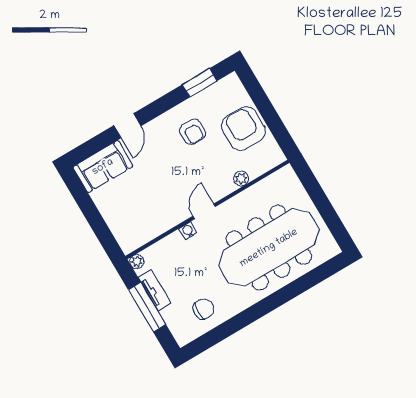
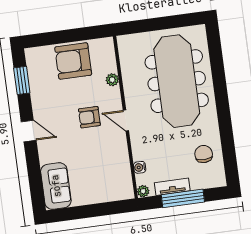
door: (127, 126) -> (29, 131), moved
armchair: (193, 132) -> (89, 117), moved, turned 180
water cooler: (188, 231) -> (140, 167), moved

